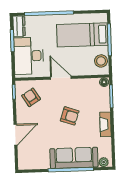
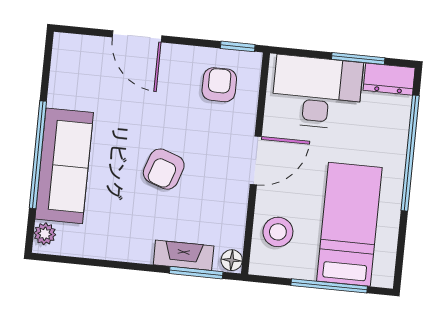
stool: (101, 61) -> (278, 232), moved
armchair: (31, 97) -> (219, 85), turned -58
fireplace: (106, 124) -> (184, 255), moved

